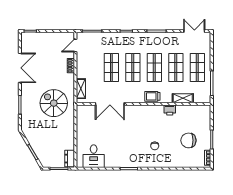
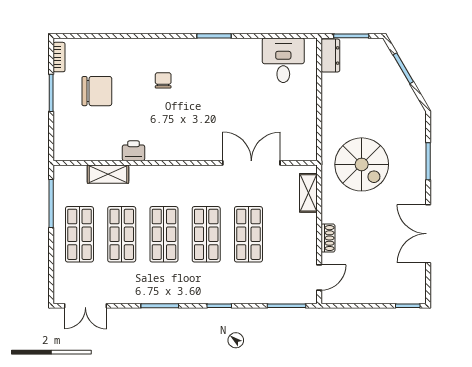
trolley: (152, 96) -> (168, 178), removed

